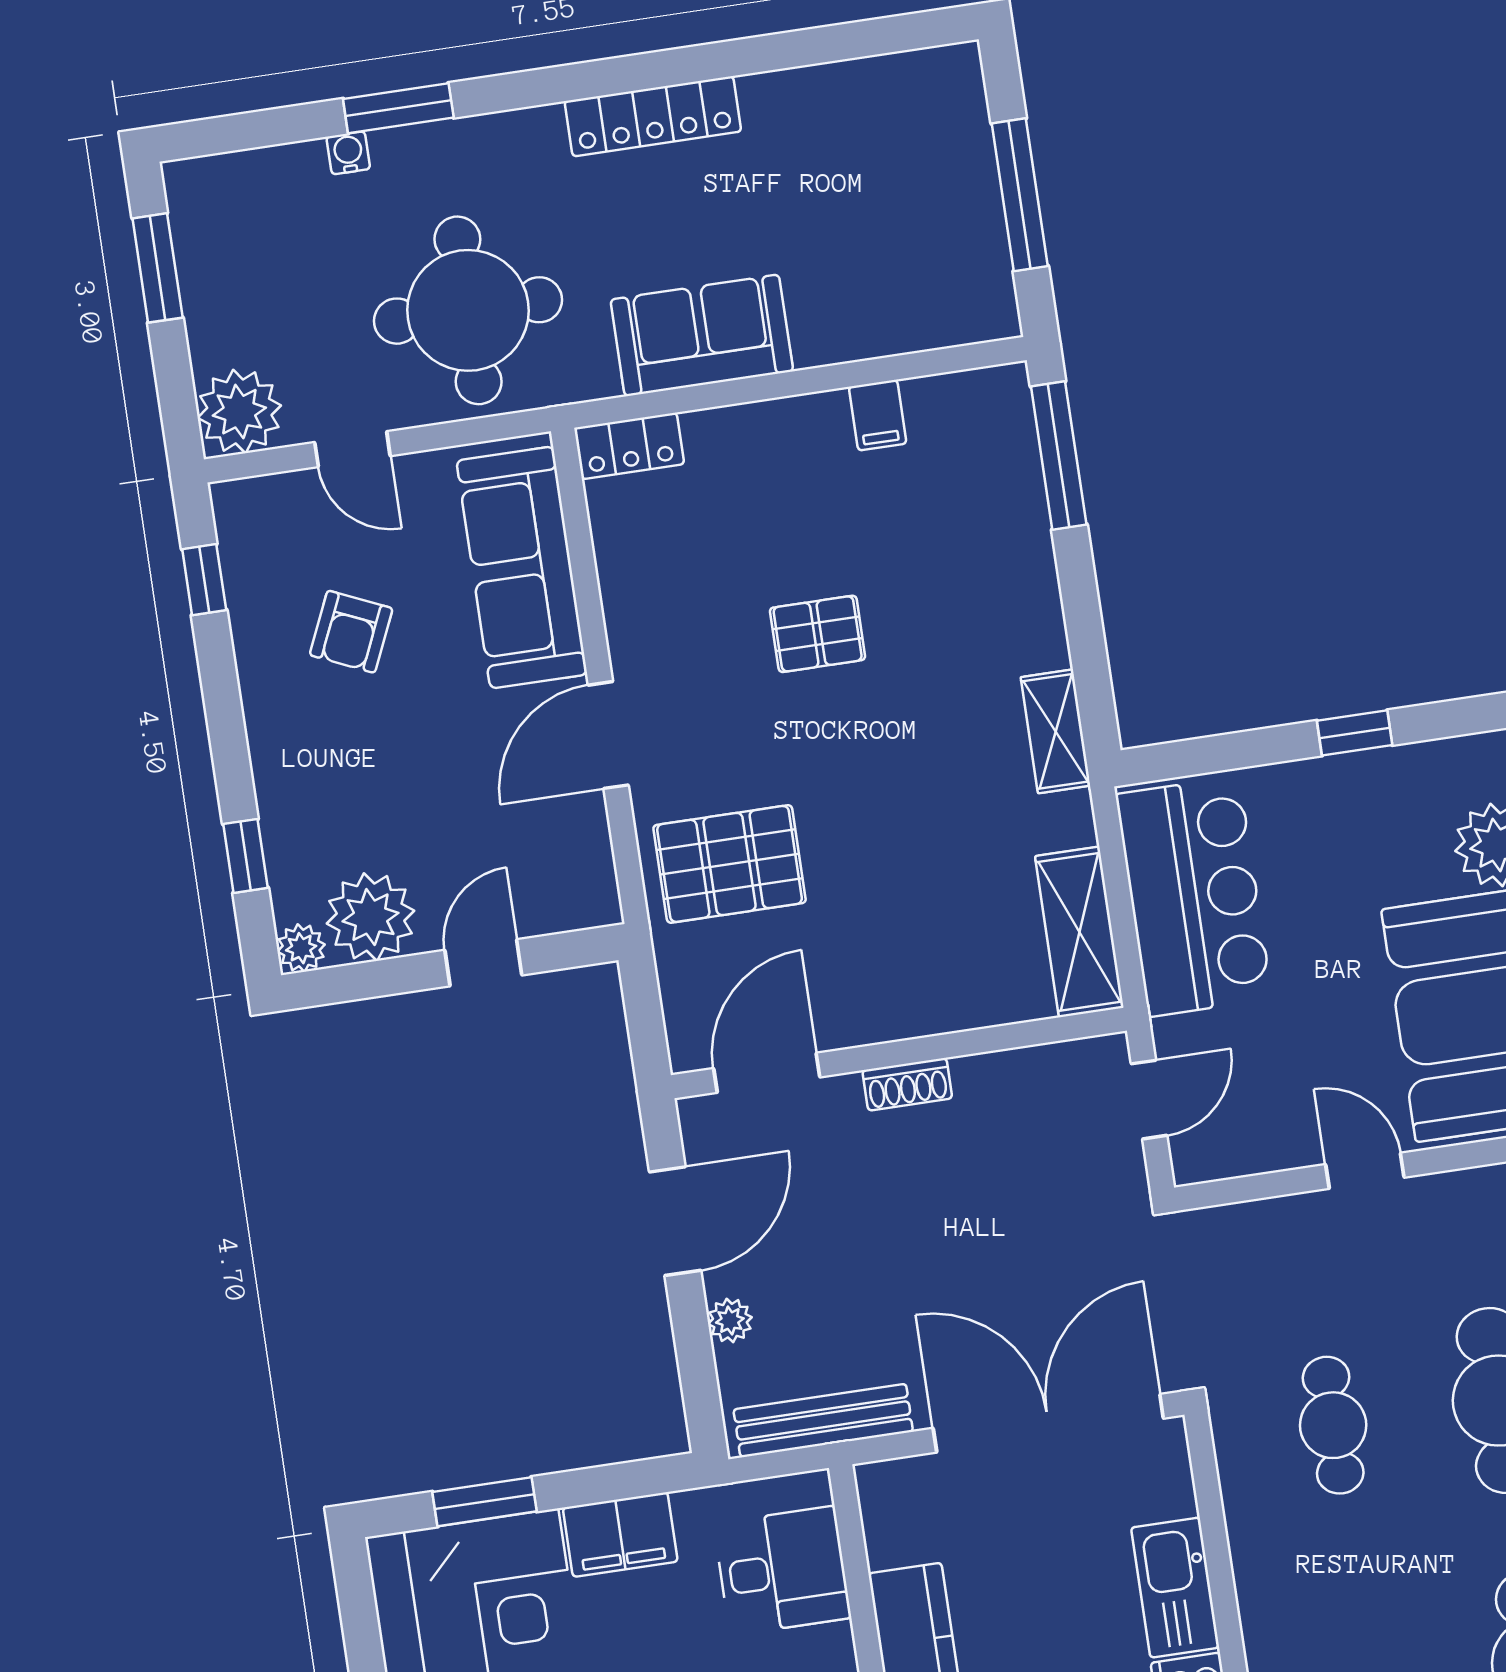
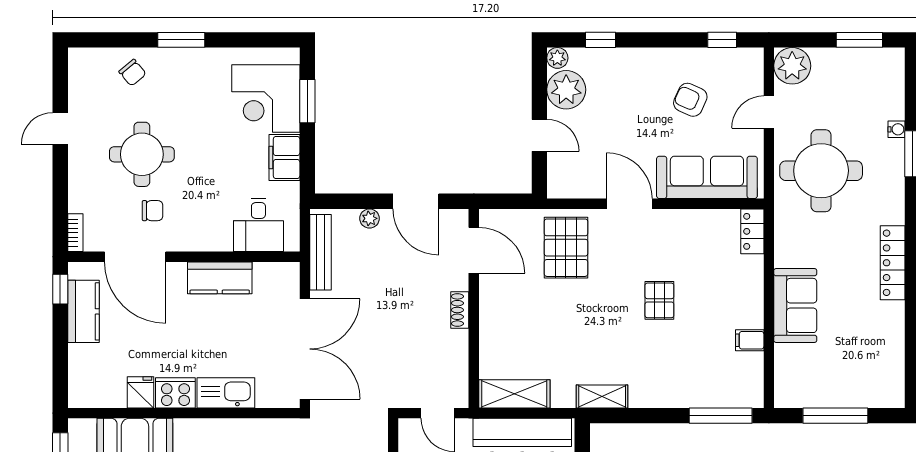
sofa: (702, 335) -> (795, 305), moved

